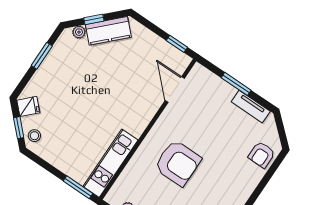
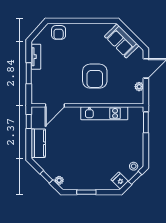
kitchen counter: (108, 31) -> (38, 143), moved, turned 45
armchair: (262, 155) -> (59, 32), turned 90
kitchen unit: (111, 163) -> (104, 113), moved
armchair: (178, 163) -> (95, 76), turned 180

